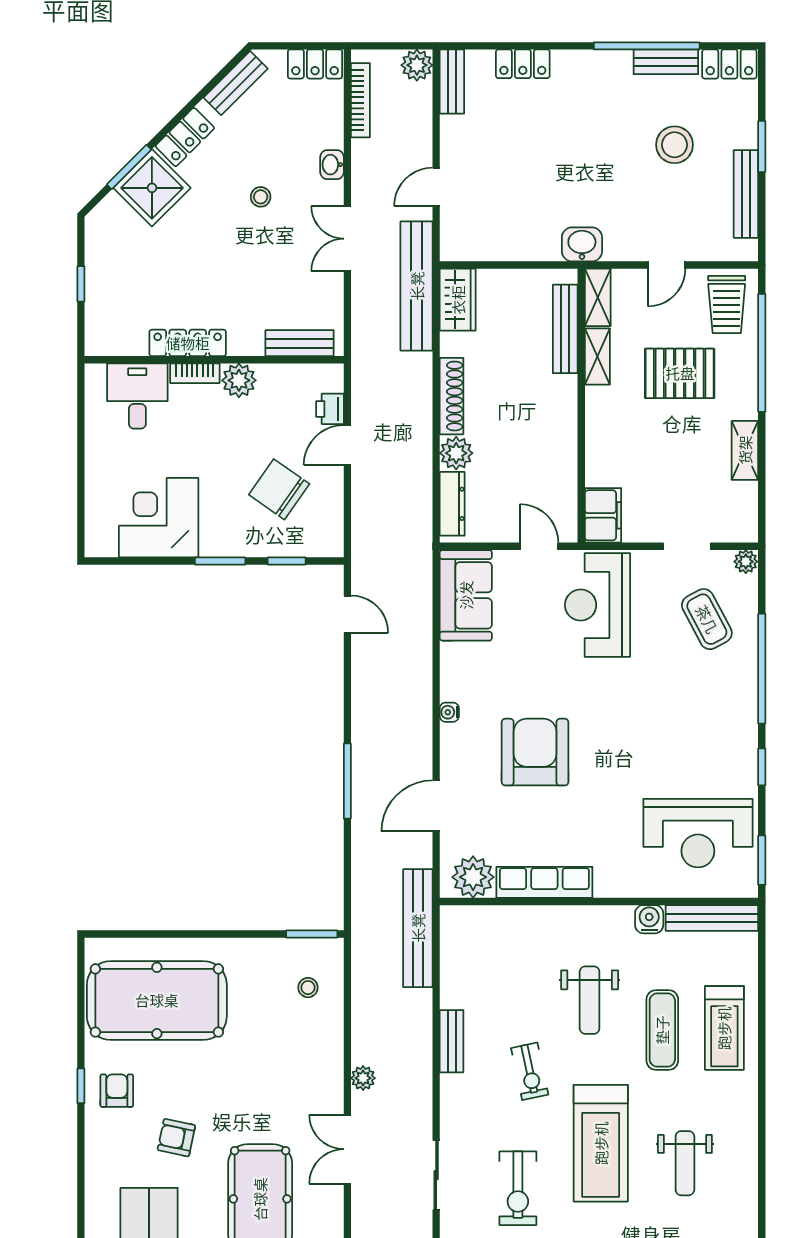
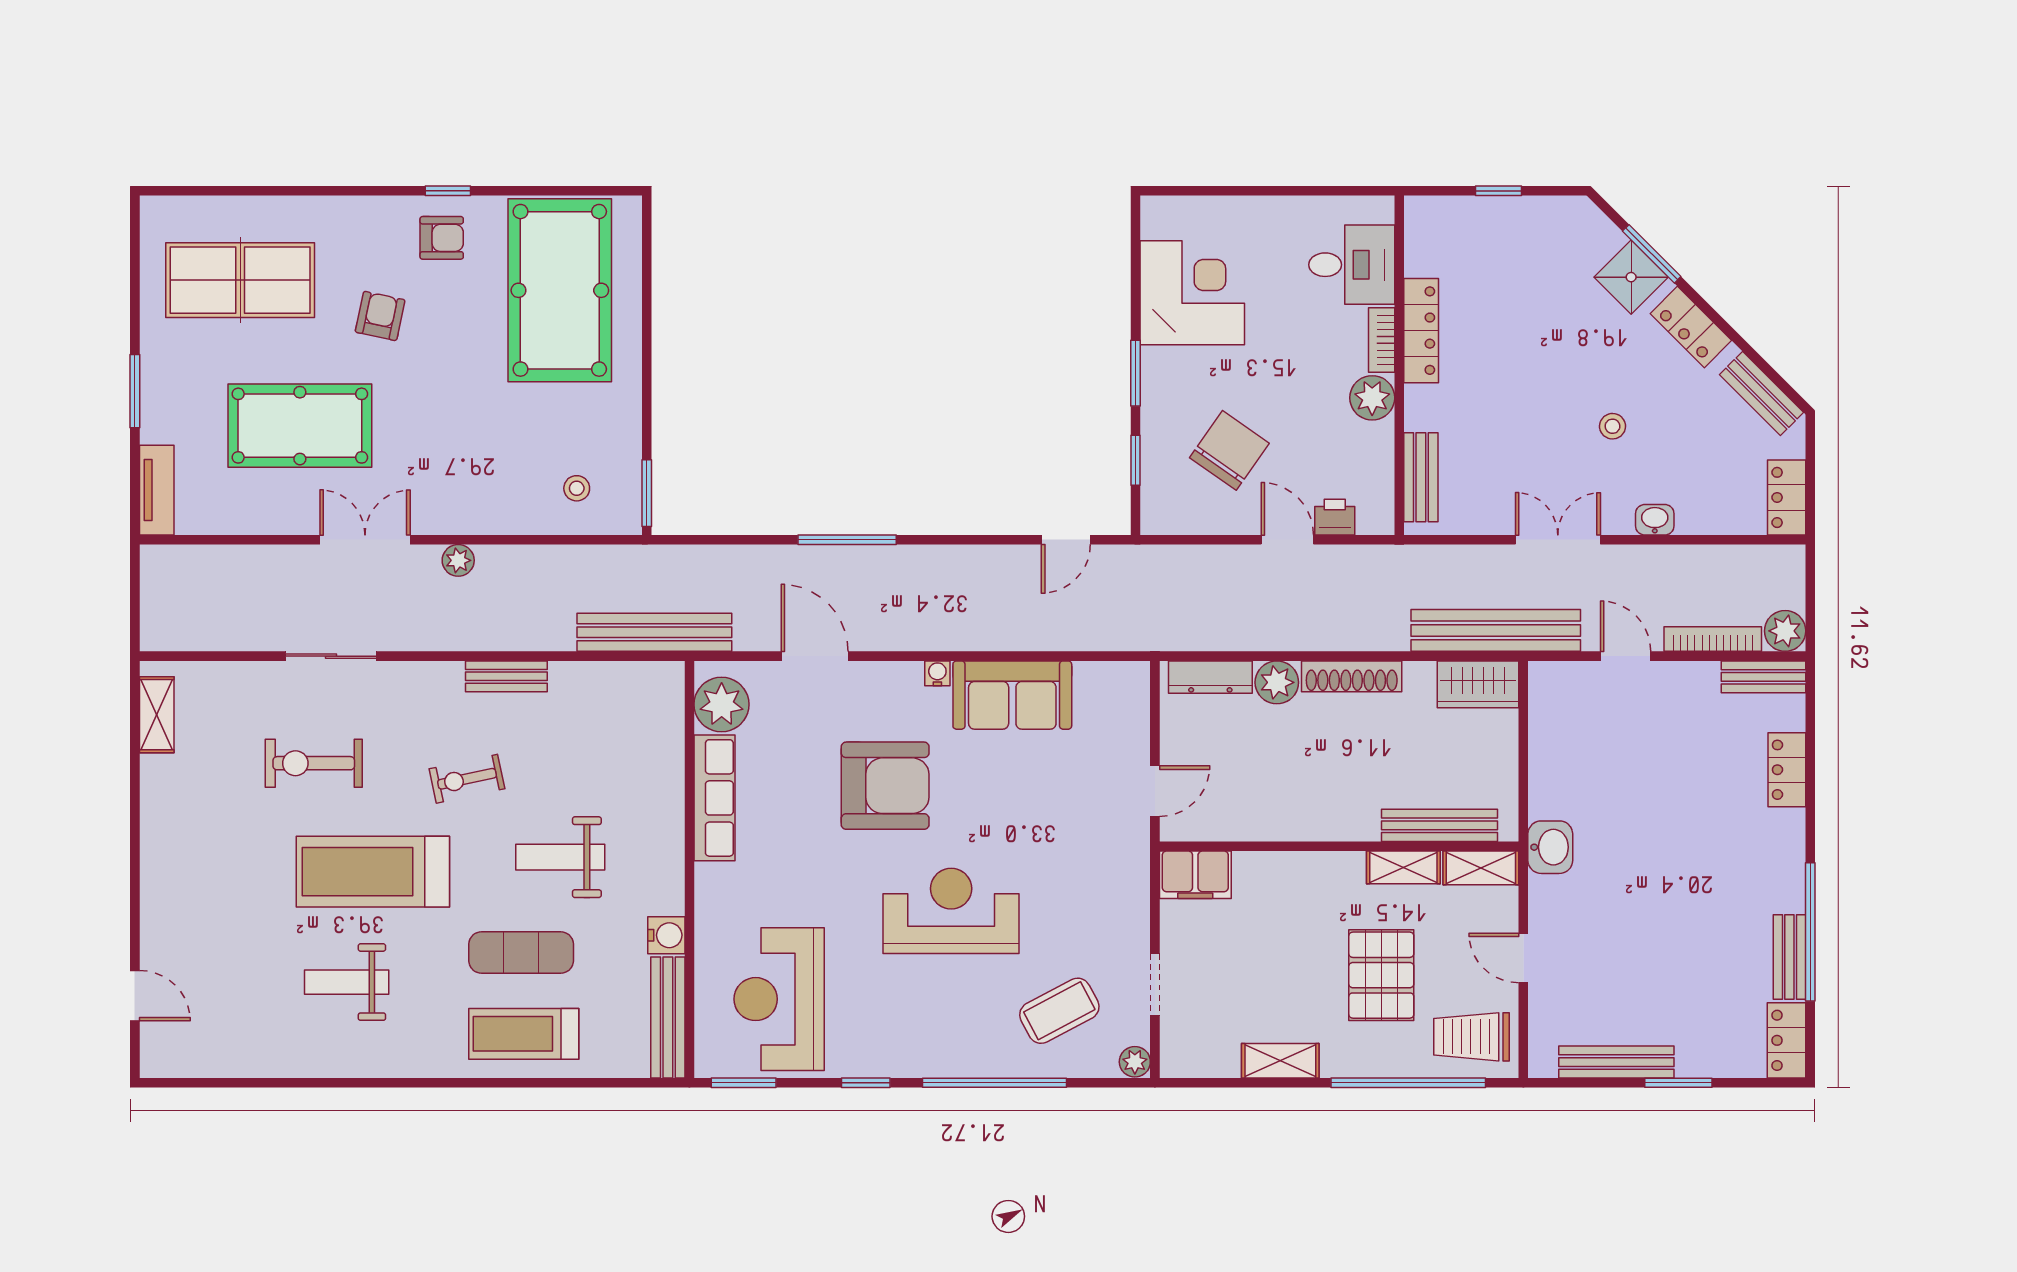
bookcase: (360, 100) -> (1713, 639), moved, turned 180
stool: (675, 145) -> (1681, 968), removed
shower: (152, 188) -> (1631, 277), width x0.73, depth x0.73
sofa: (466, 595) -> (1012, 695), moved
reception desk: (598, 605) -> (951, 911), moved

